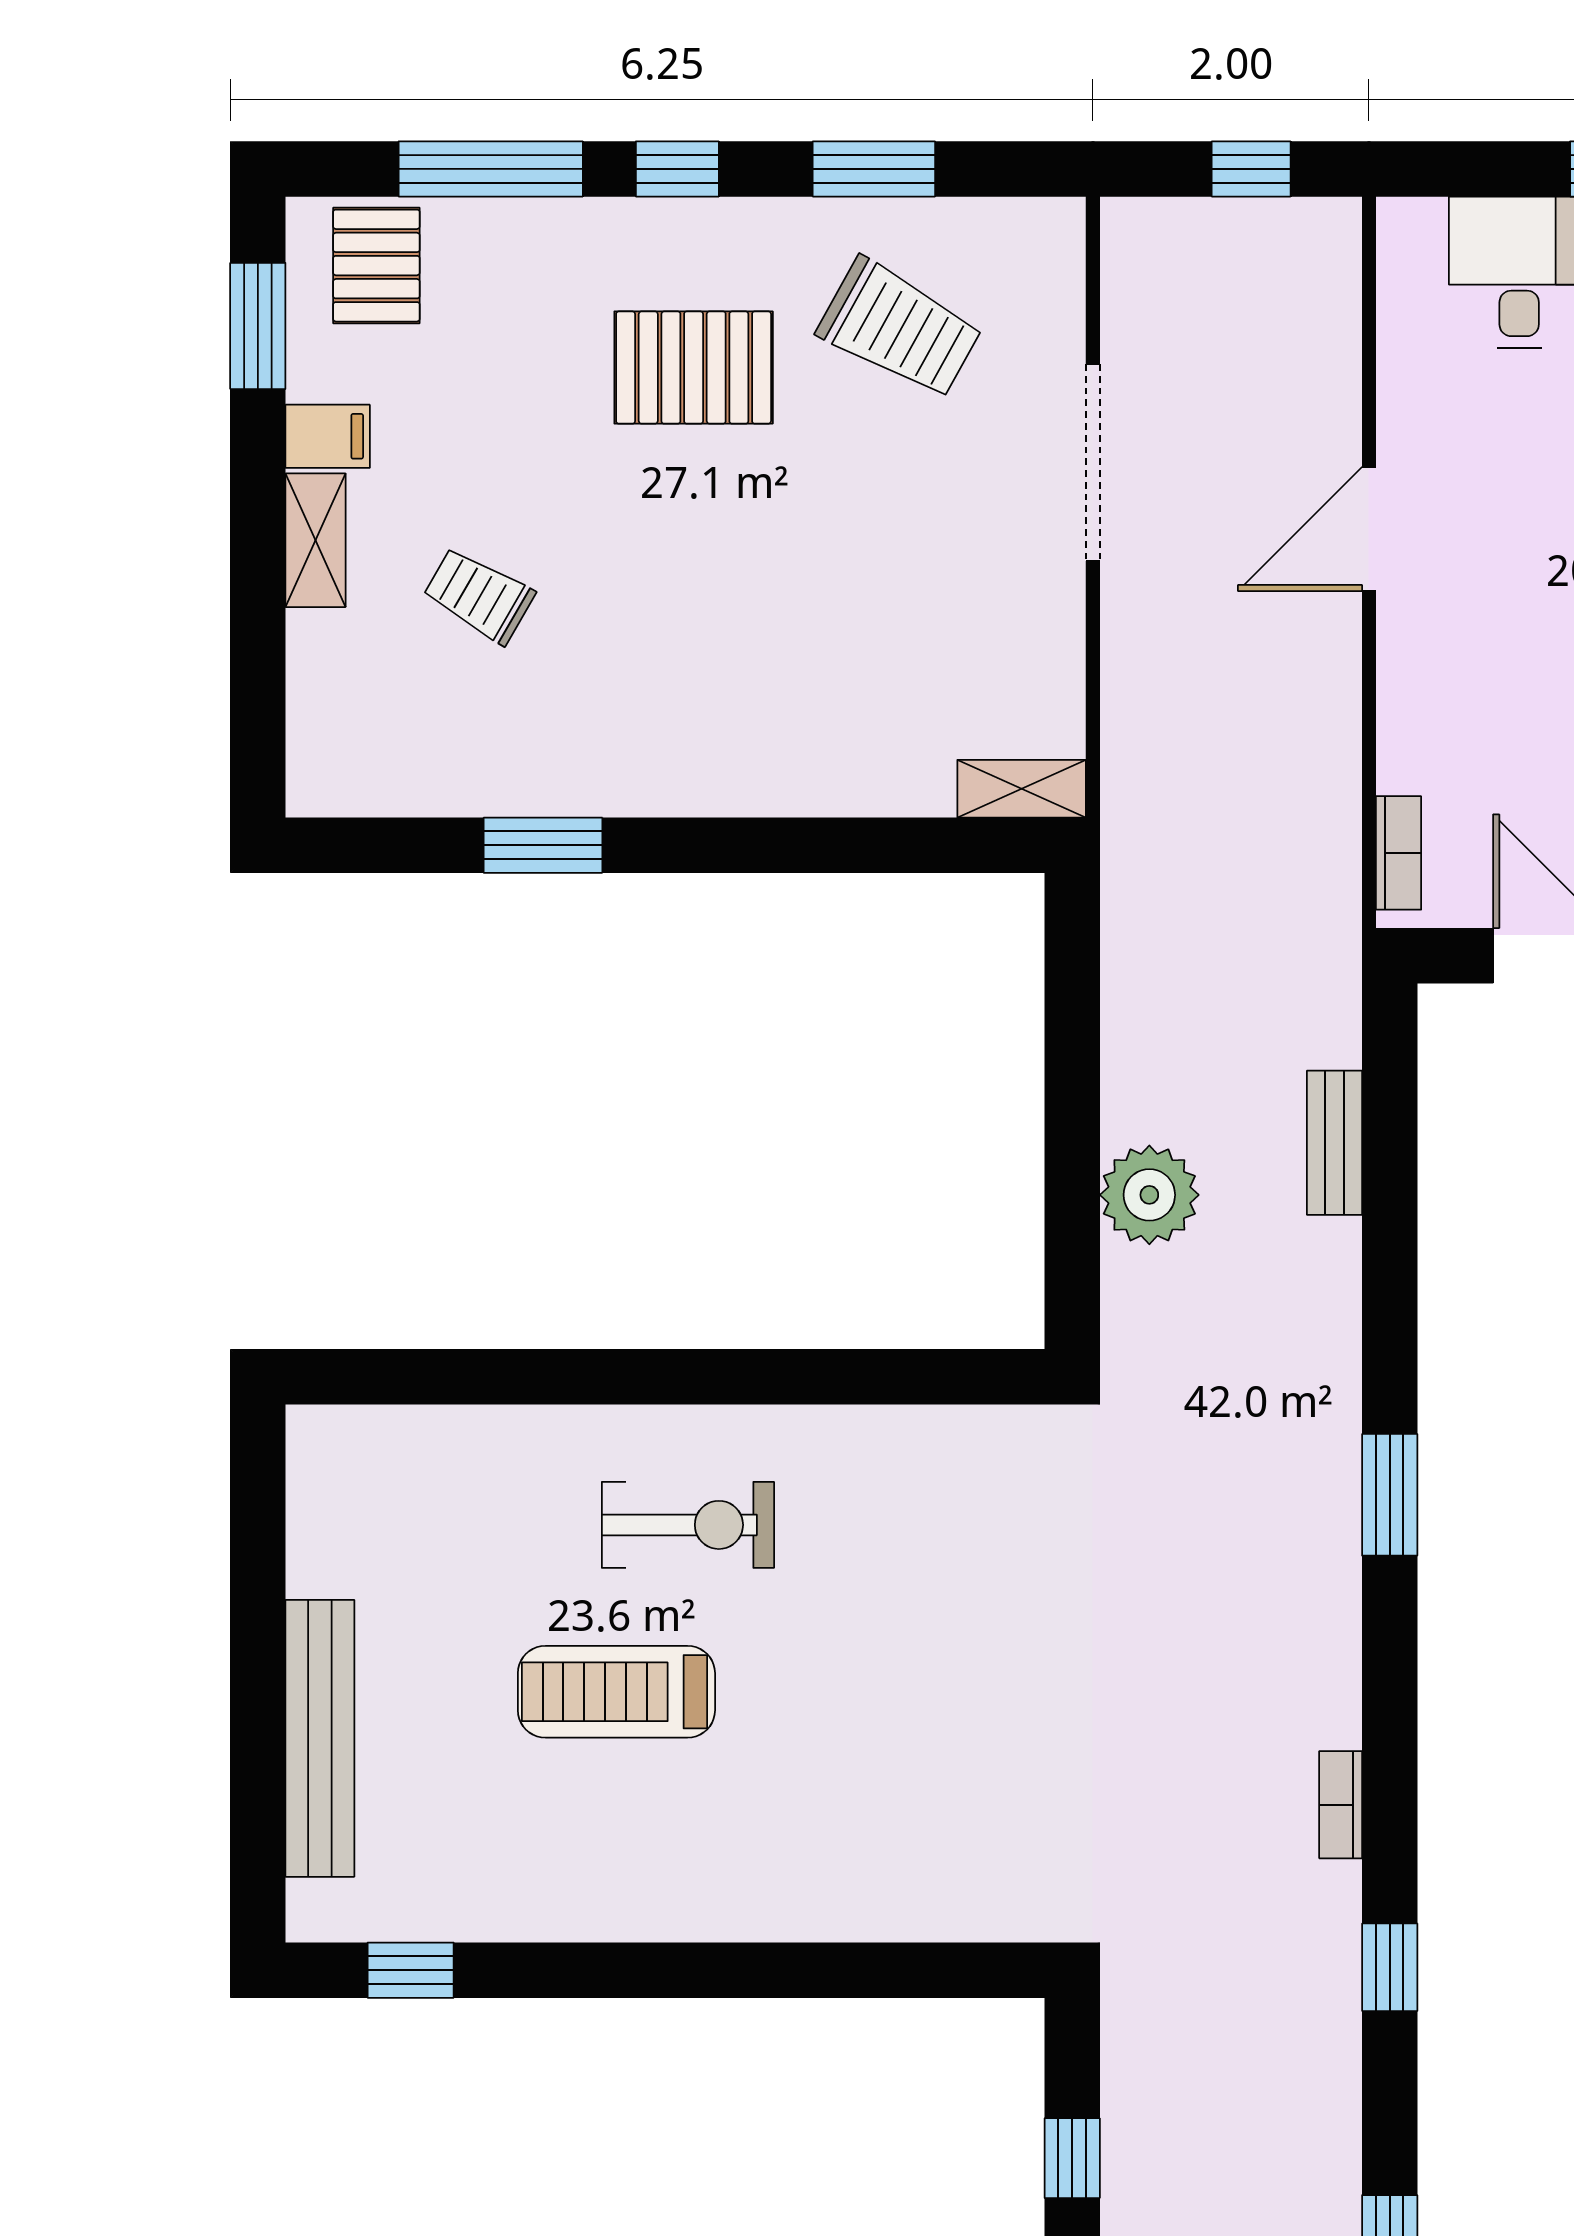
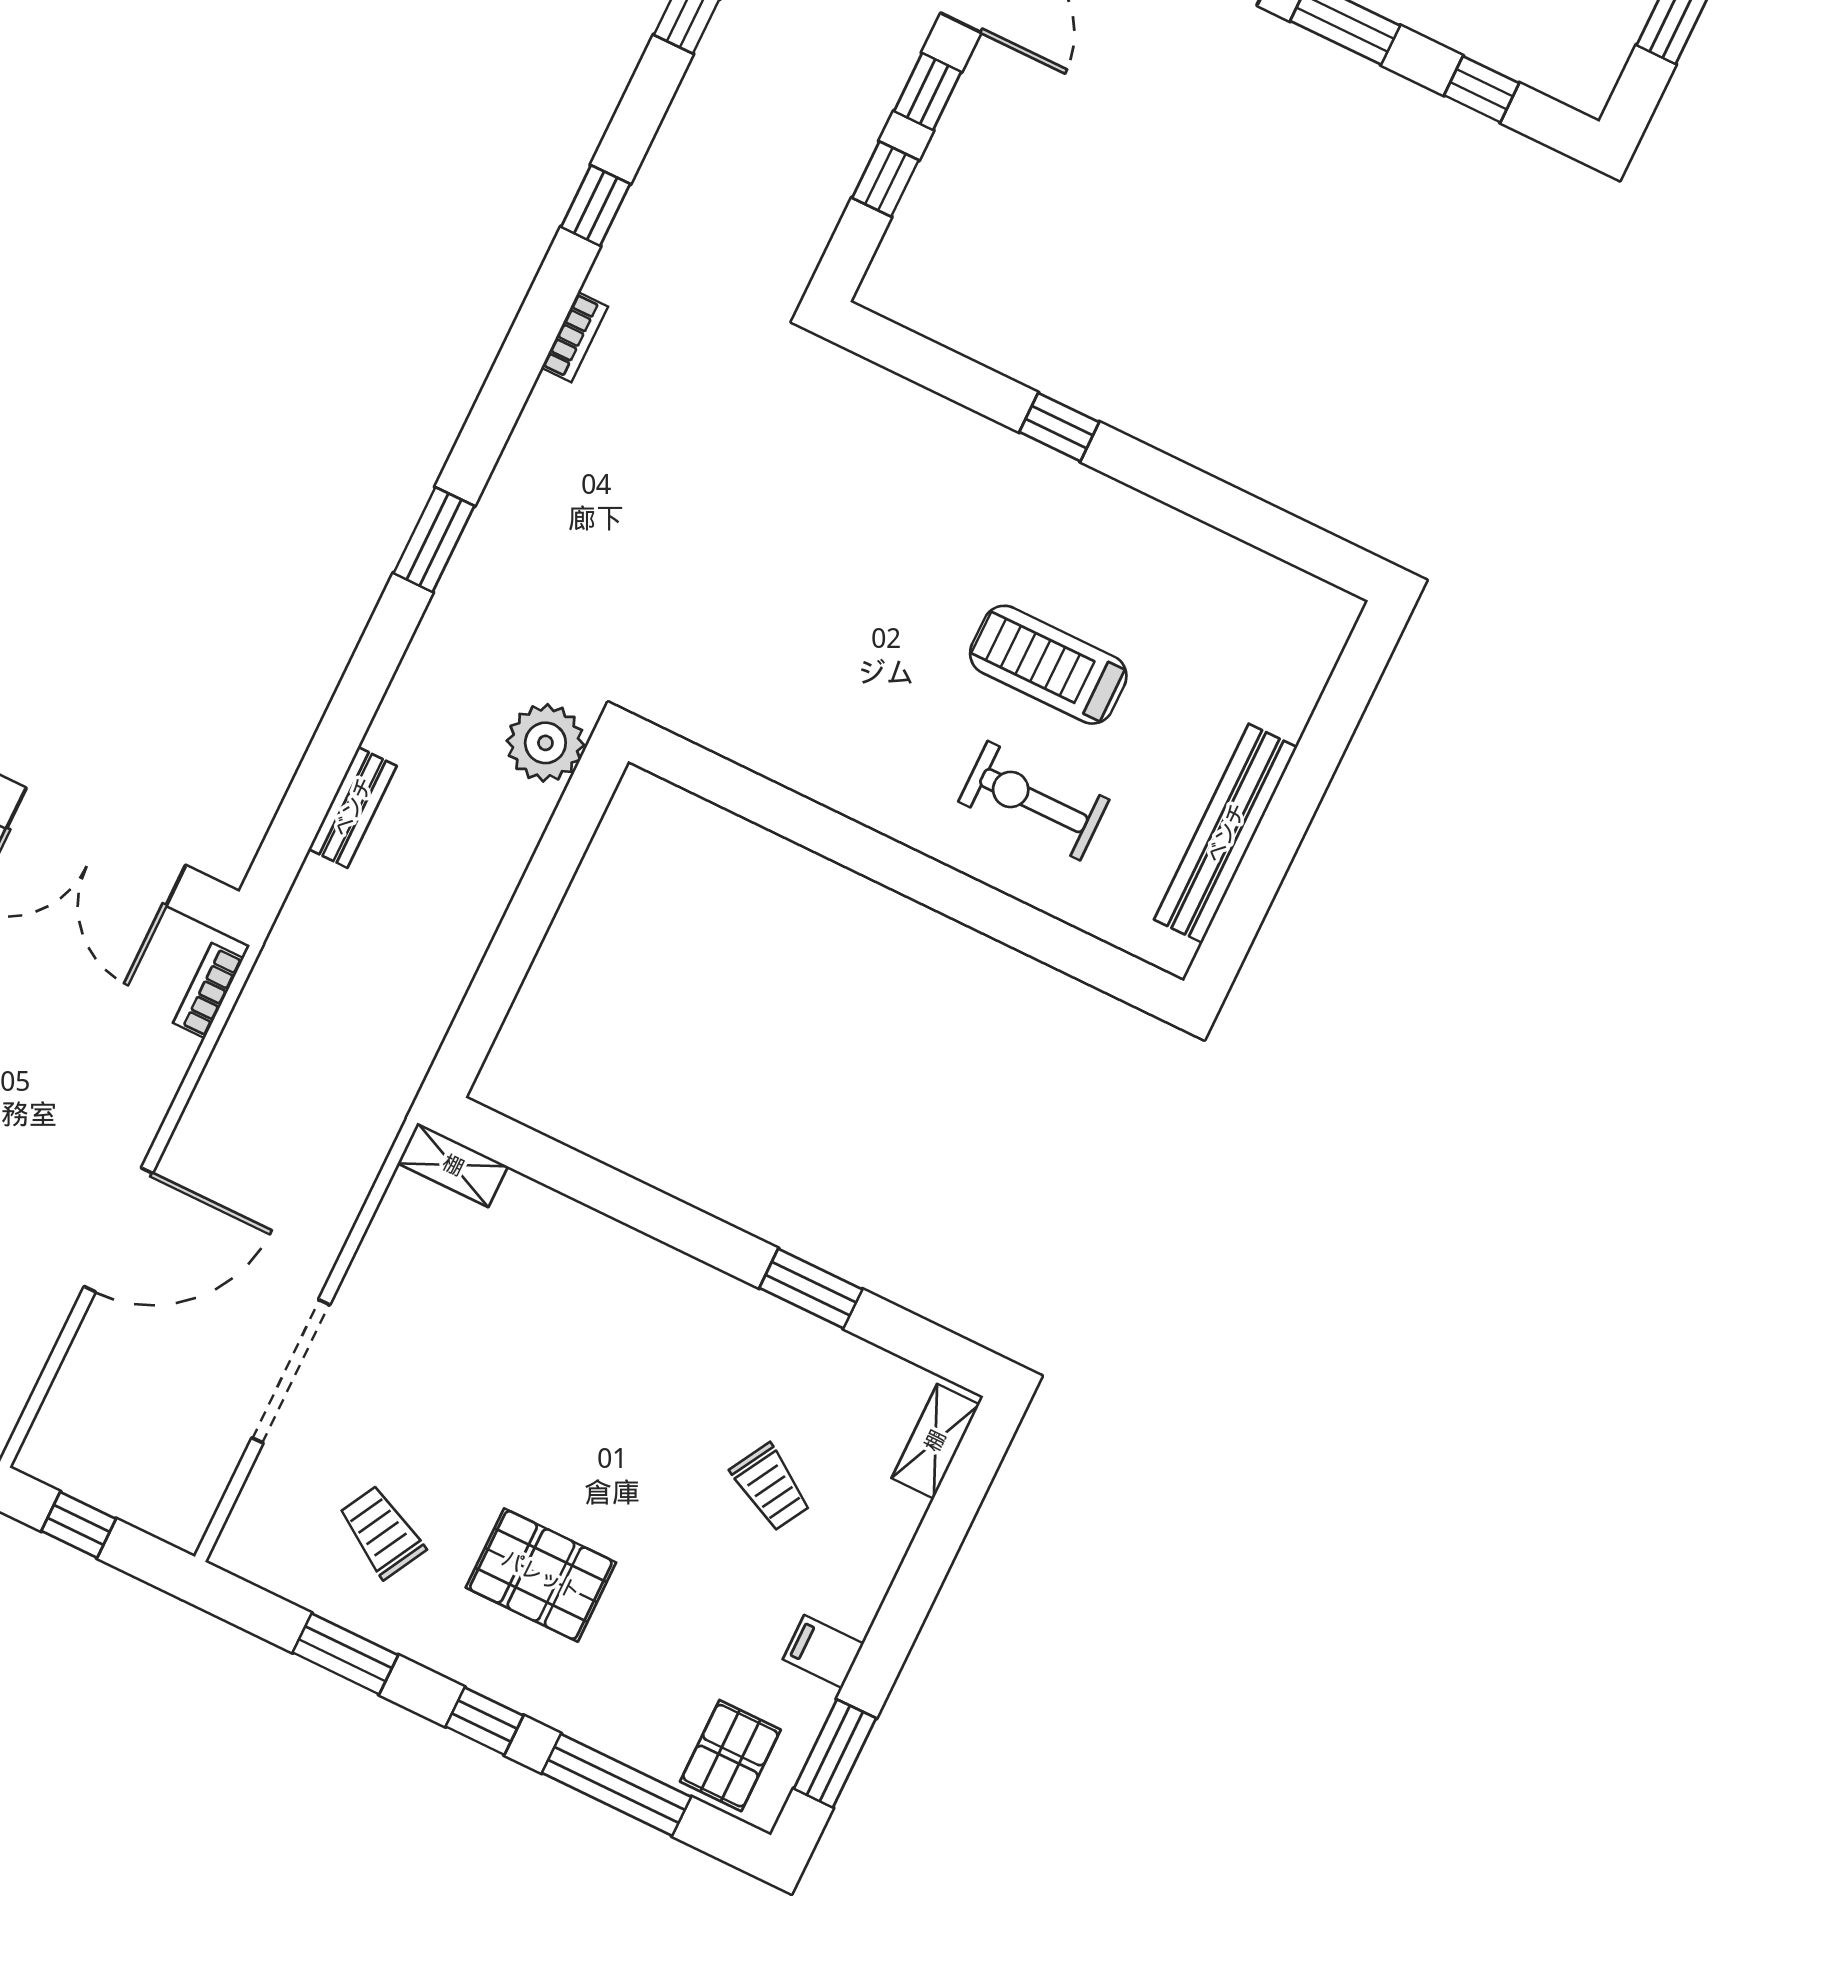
trolley: (900, 329) -> (382, 1532), width x0.73, depth x0.72
door: (1369, 529) -> (118, 1230), width x1.36
shelving: (315, 540) -> (935, 1441), moved
plant: (1149, 1195) -> (545, 743), moved
exercise bike: (688, 1525) -> (1034, 801), moved
treadmill: (616, 1692) -> (1048, 665), turned 180
bench: (320, 1738) -> (1226, 833), moved
window: (411, 1970) -> (1059, 427), moved

